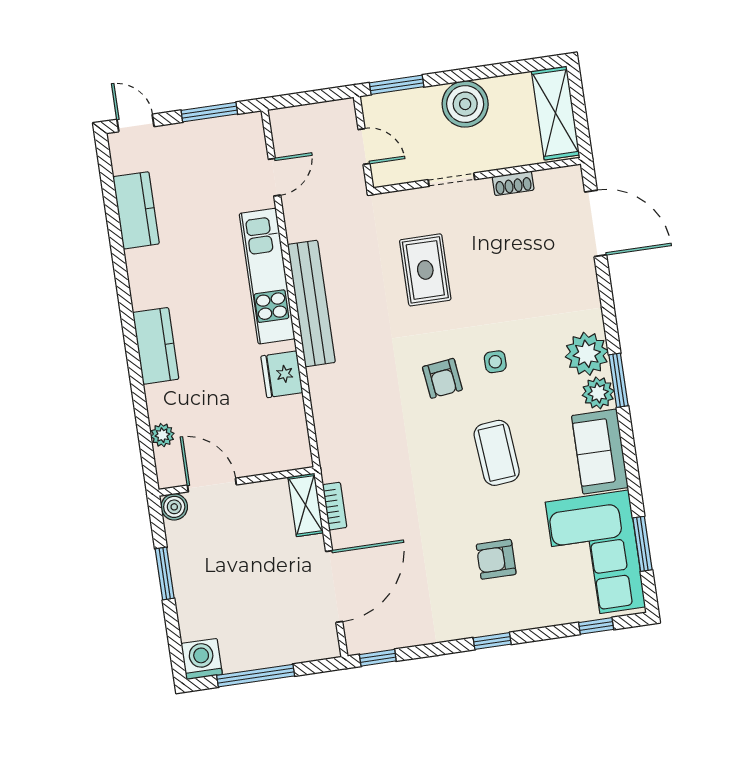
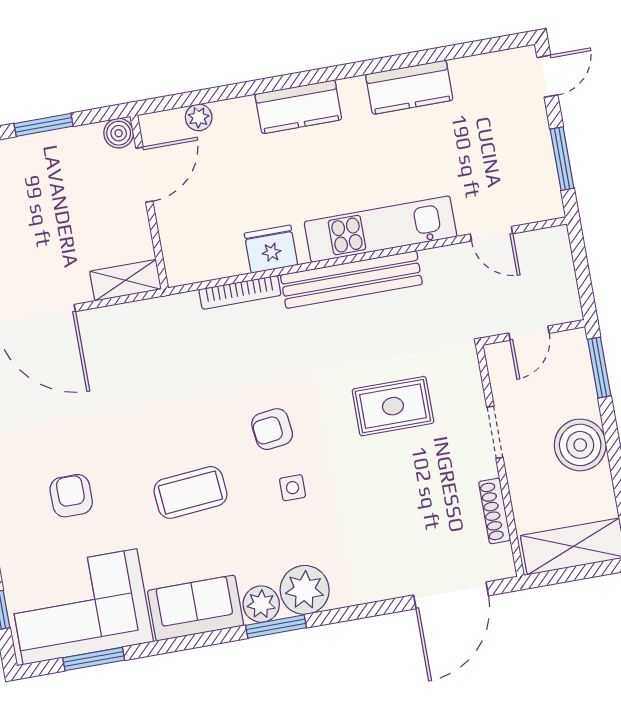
shoe rack: (513, 183) -> (495, 511), width x1.43
kitchen counter: (136, 210) -> (409, 87), moved
bookcase: (335, 506) -> (240, 292), moved, width x1.56

